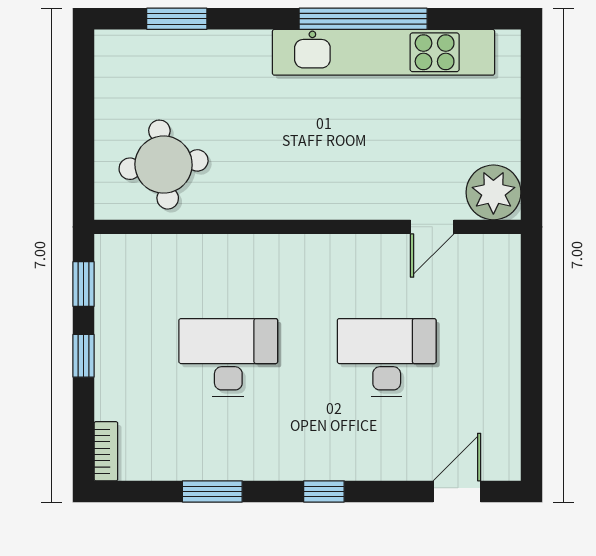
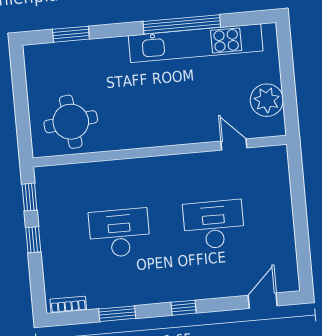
plant: (493, 192) -> (267, 100), moved
door: (432, 227) -> (234, 145), swing flipped
bookcase: (106, 451) -> (68, 305), moved, turned -90

